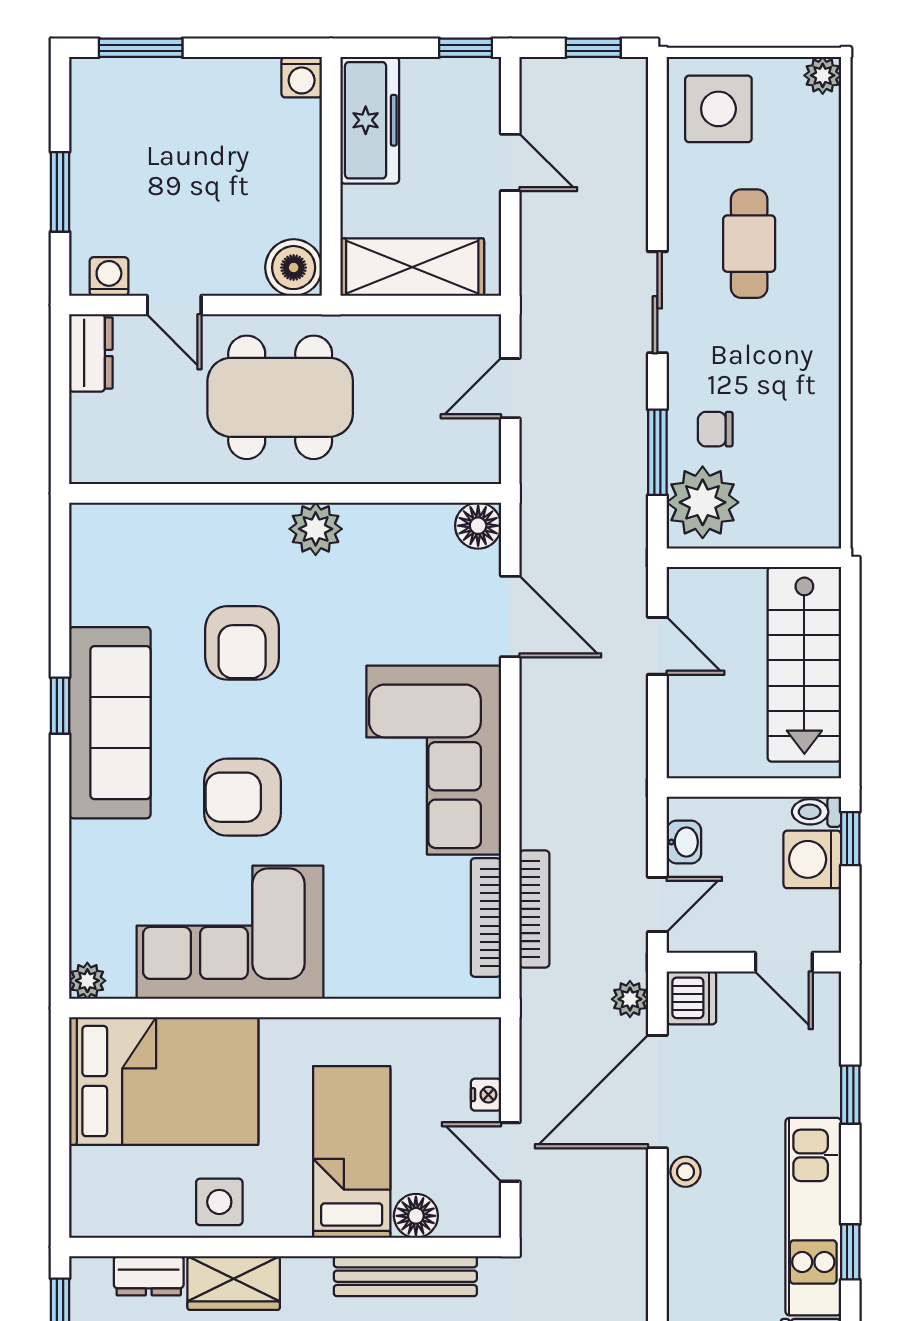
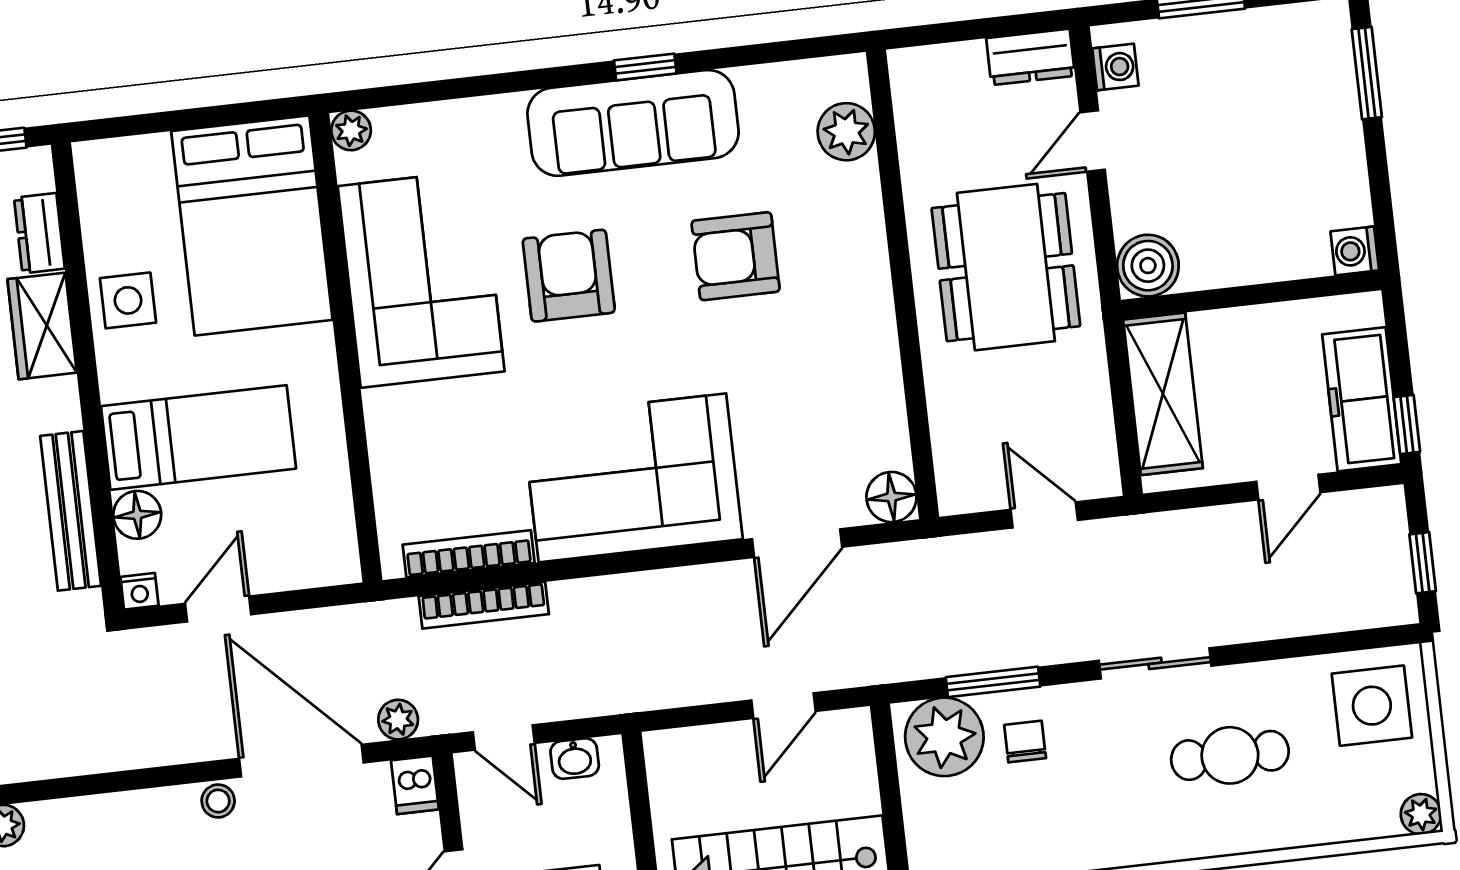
freezer: (370, 120) -> (1362, 399), moved, turned 90
plant: (316, 529) -> (846, 132), moved
dishwasher: (691, 998) -> (415, 785), width x0.73
nightstand: (486, 1095) -> (139, 591), moved

